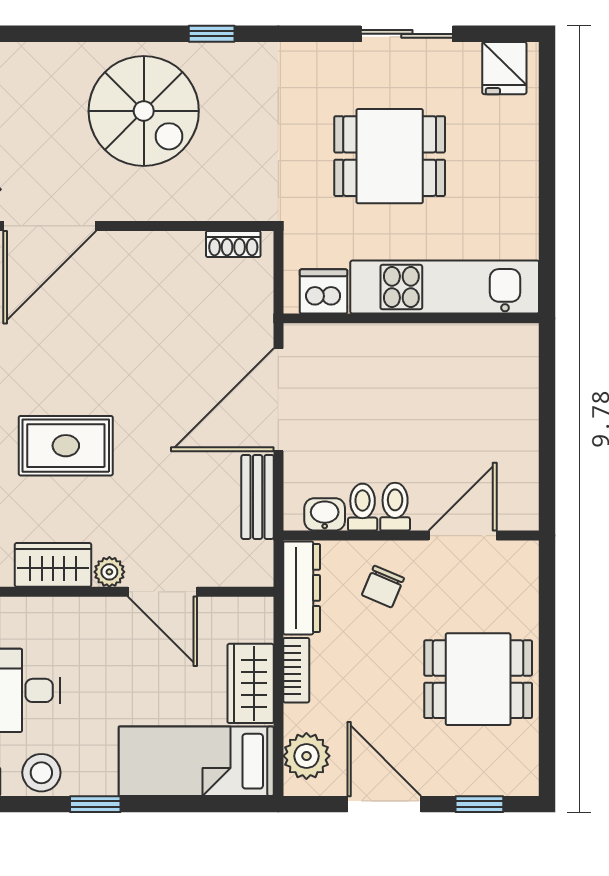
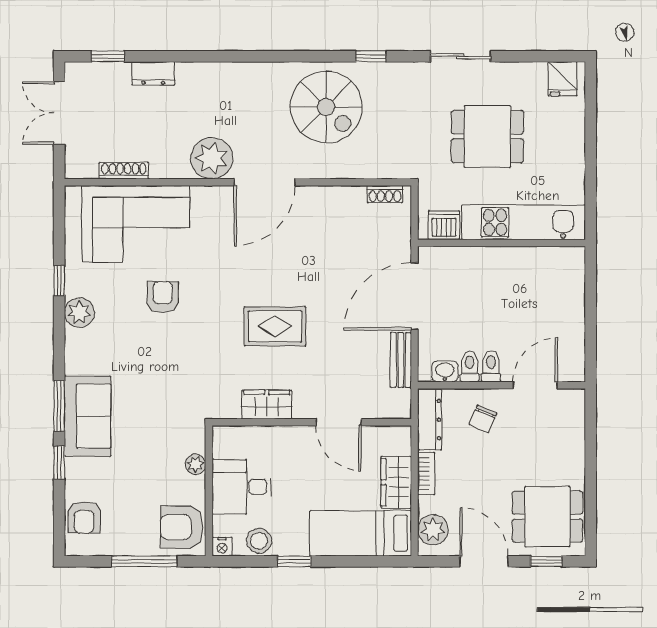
sliding door: (407, 34) -> (460, 56), moved
plant: (109, 572) -> (304, 409), removed
dining table: (478, 679) -> (547, 517), moved

